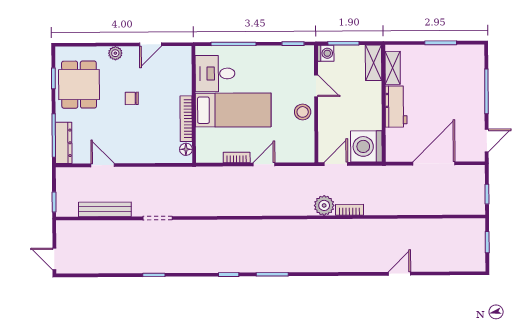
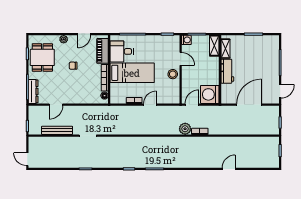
piano: (182, 73) -> (103, 51), added
door: (103, 165) -> (56, 105), swing flipped

